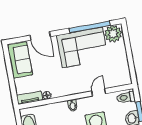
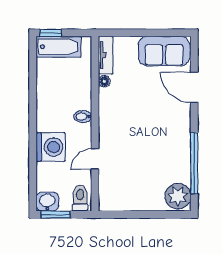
door: (40, 36) -> (194, 87), hinge flipped
corner sofa: (82, 47) -> (166, 147), removed
door: (99, 92) -> (95, 159), swing flipped

